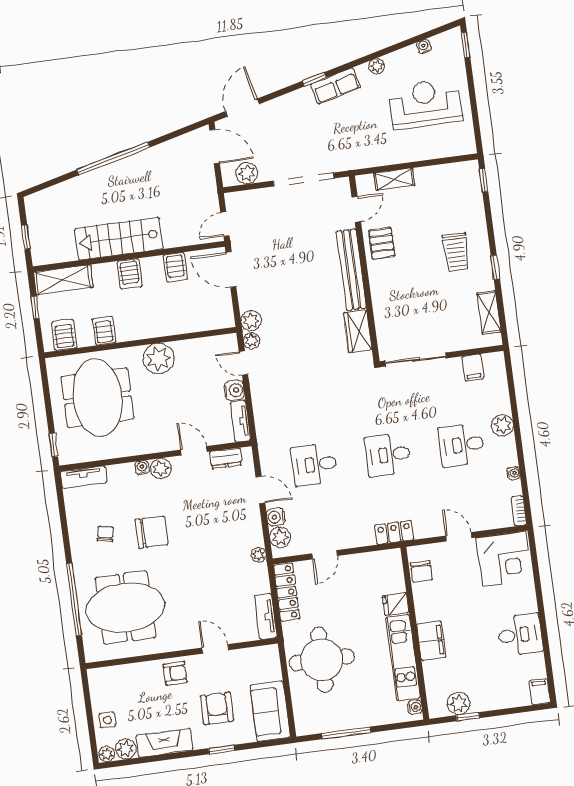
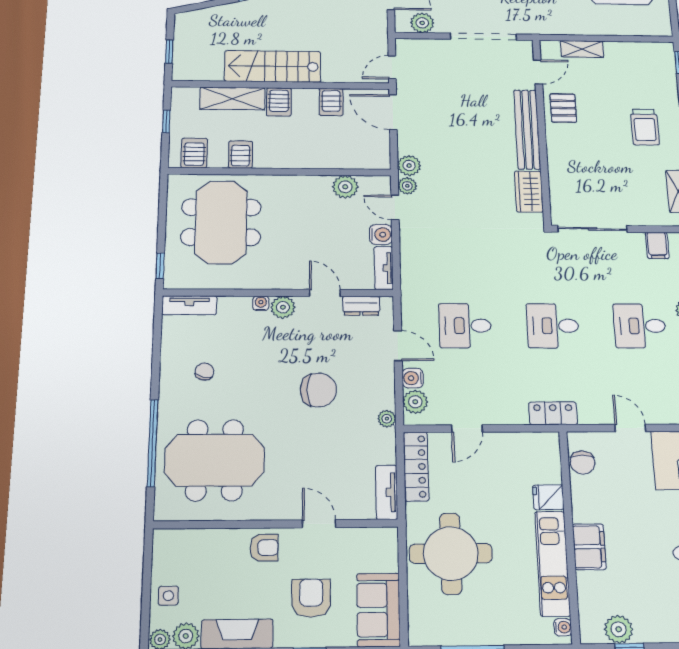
shelving: (63, 280) -> (232, 98), moved
plant: (159, 359) -> (345, 187), moved, width x0.73, depth x0.73
chair: (151, 532) -> (318, 390), moved

